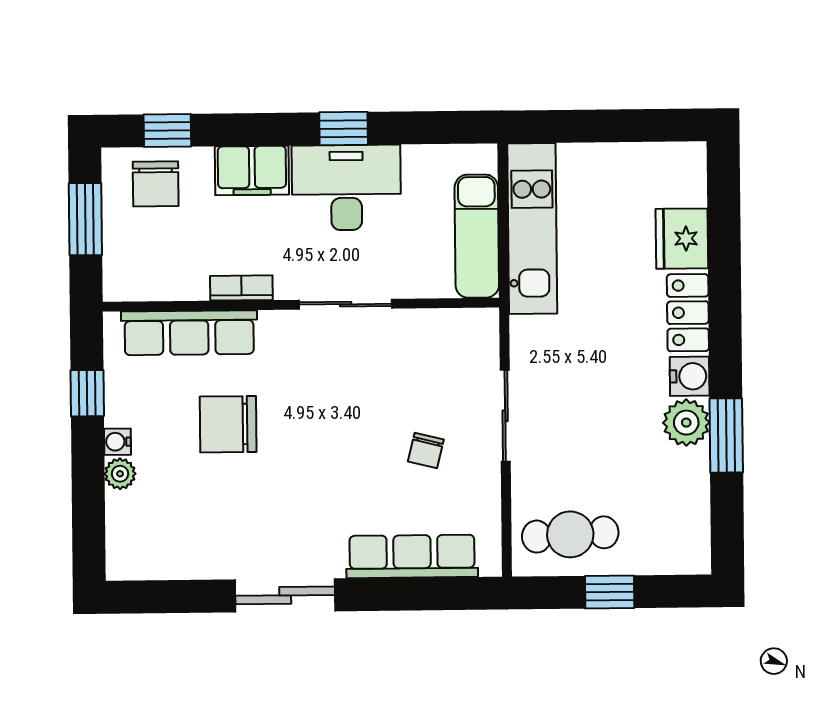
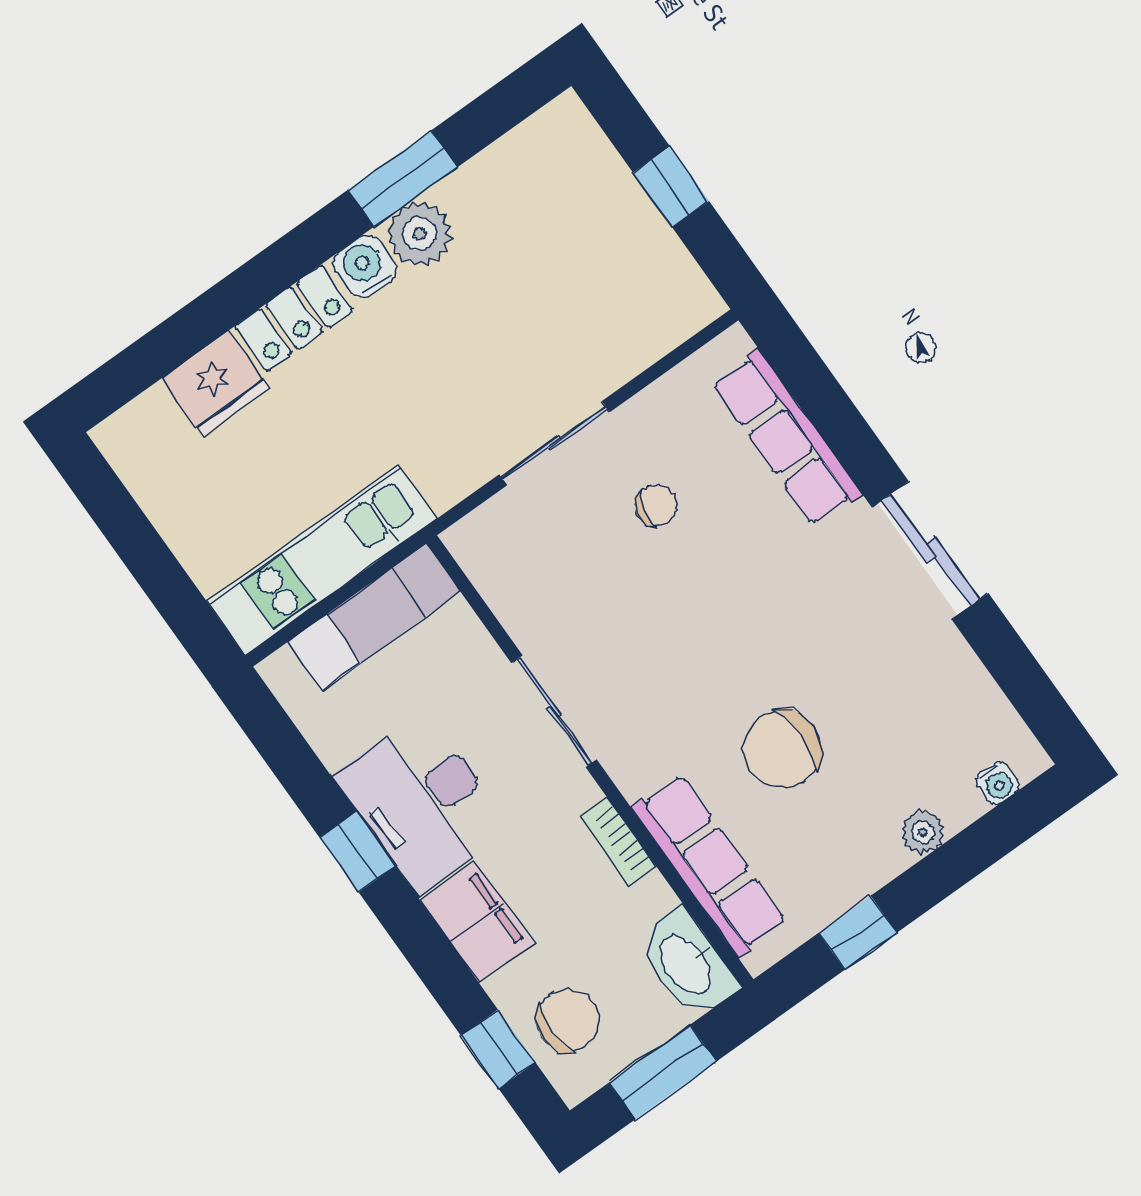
washbasin: (140, 279) -> (687, 964), added
chair: (228, 424) -> (782, 749), turned 90
water cooler: (117, 442) -> (997, 783), moved
cafe table: (570, 534) -> (637, 277), removed

